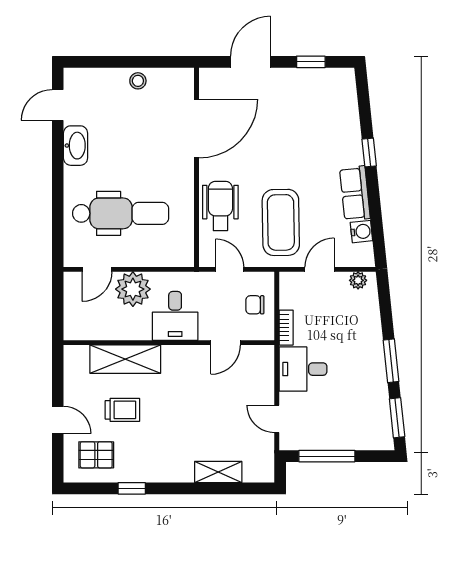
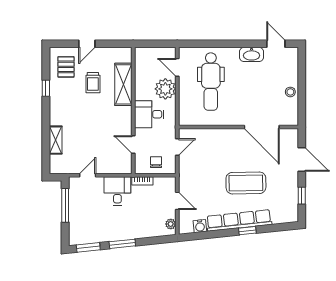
row of seats: (355, 193) -> (239, 220), width x2.02
wheelchair: (220, 206) -> (215, 141), removed
coffee table: (281, 222) -> (246, 183), moved

